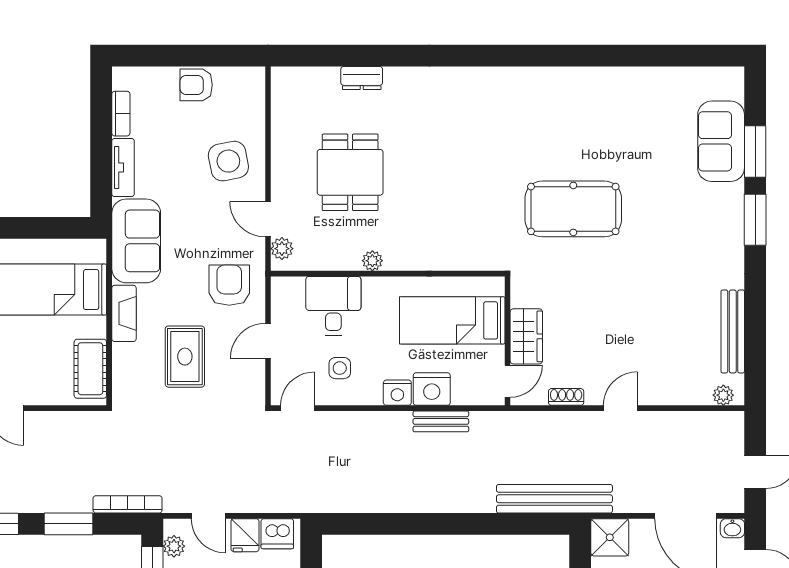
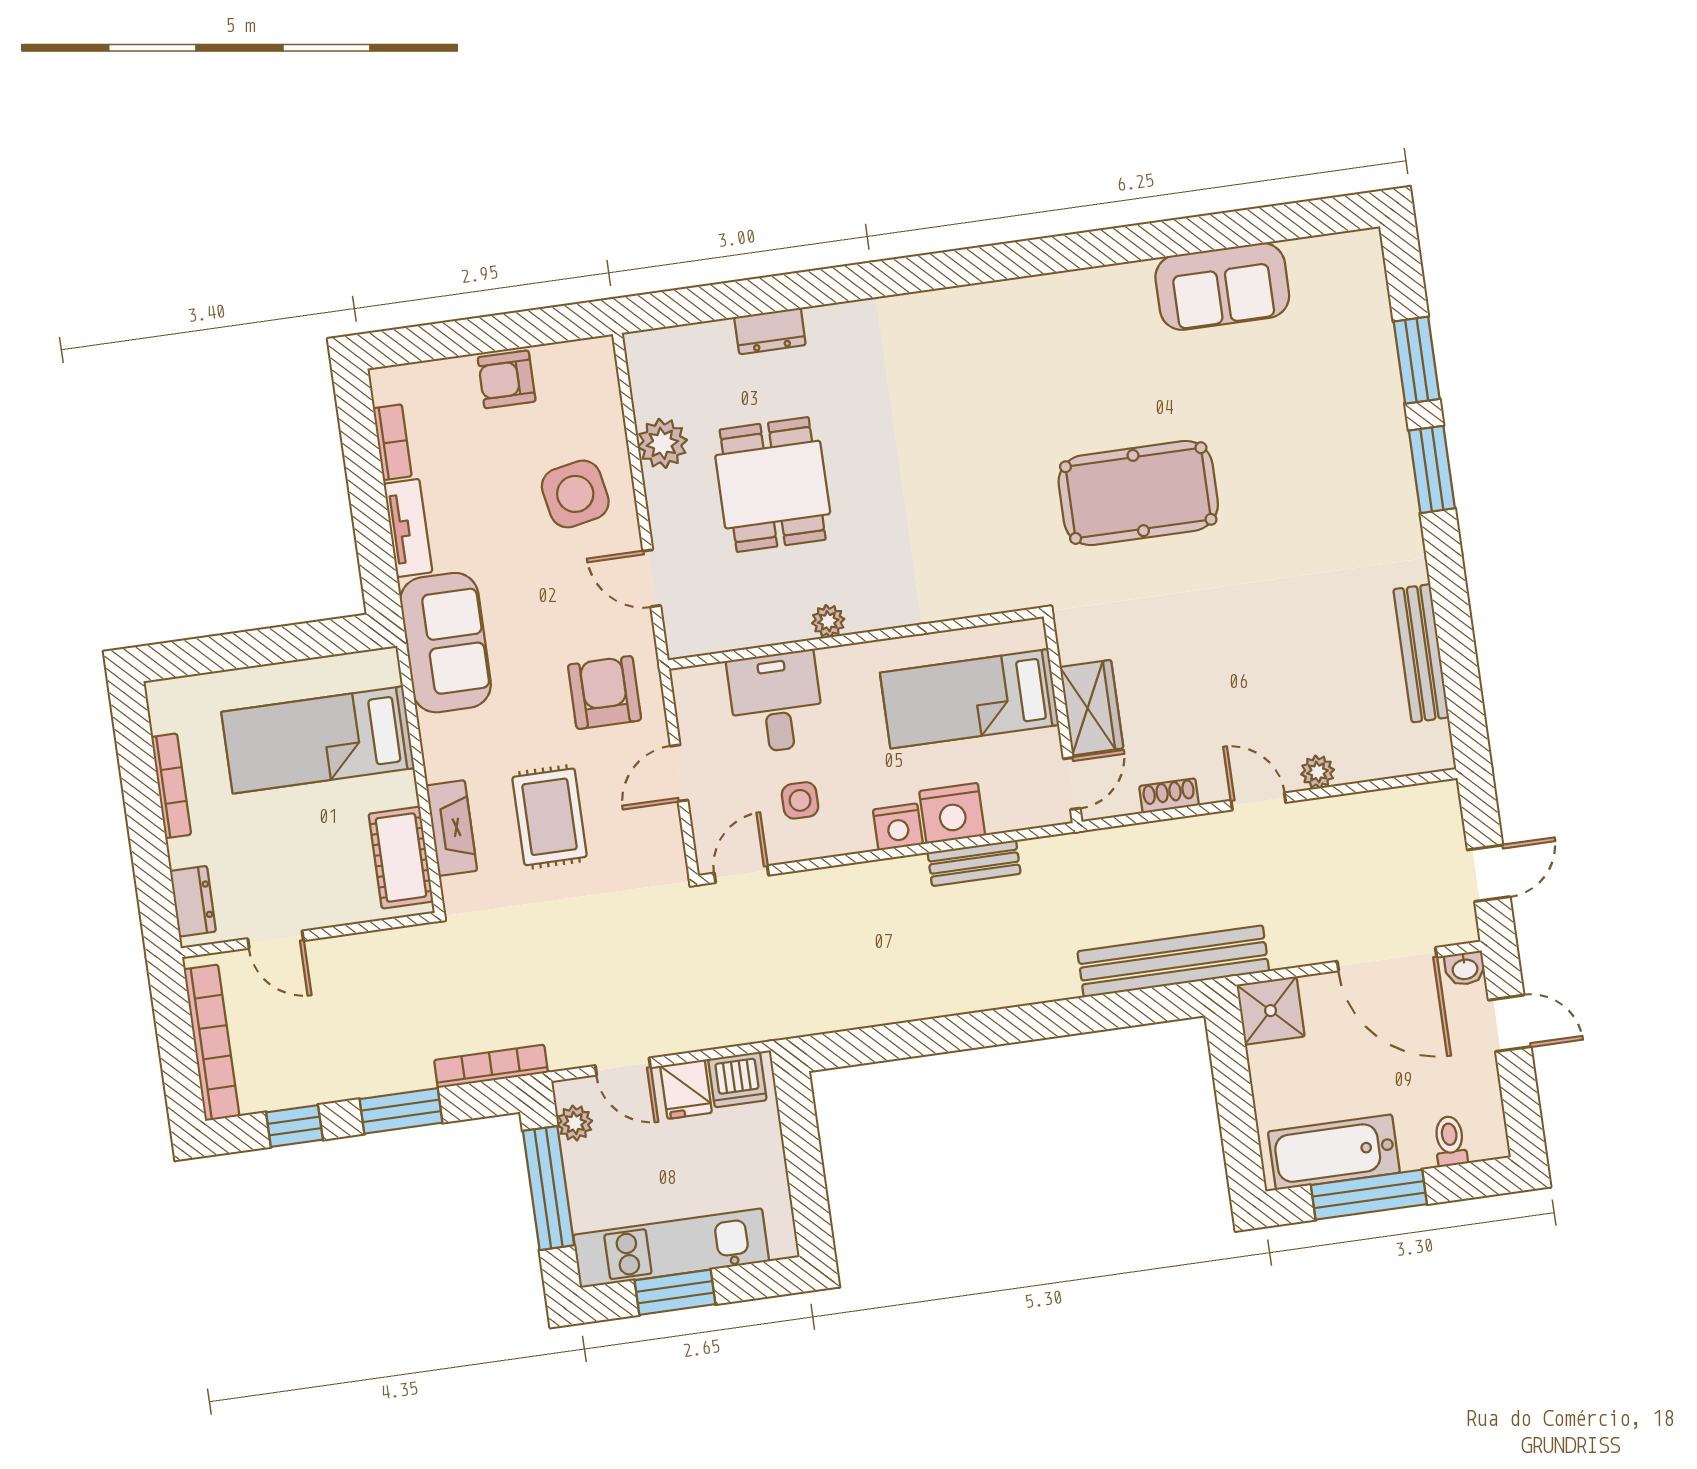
sofa: (721, 141) -> (1222, 286), moved, turned -90
plant: (282, 249) -> (662, 443), moved, width x1.38, depth x1.38
fireplace: (124, 313) -> (452, 828), moved
plant: (723, 395) -> (1318, 772), moved
door: (620, 408) -> (1258, 801), hinge flipped

